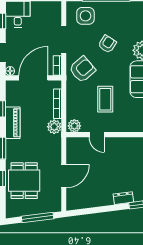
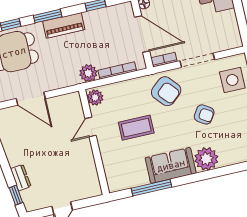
piano: (13, 123) -> (64, 25), moved

